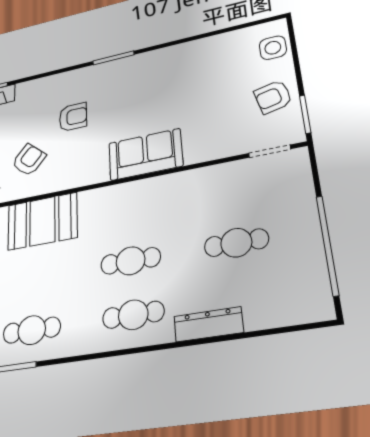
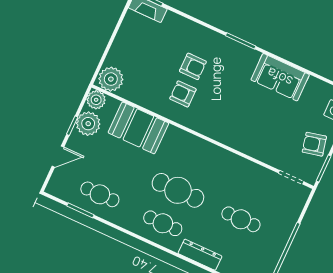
sofa: (145, 154) -> (280, 77), moved, turned 180
armchair: (29, 160) -> (183, 94), moved, turned -131
cafe table: (131, 261) -> (178, 190), width x1.37, depth x1.35

